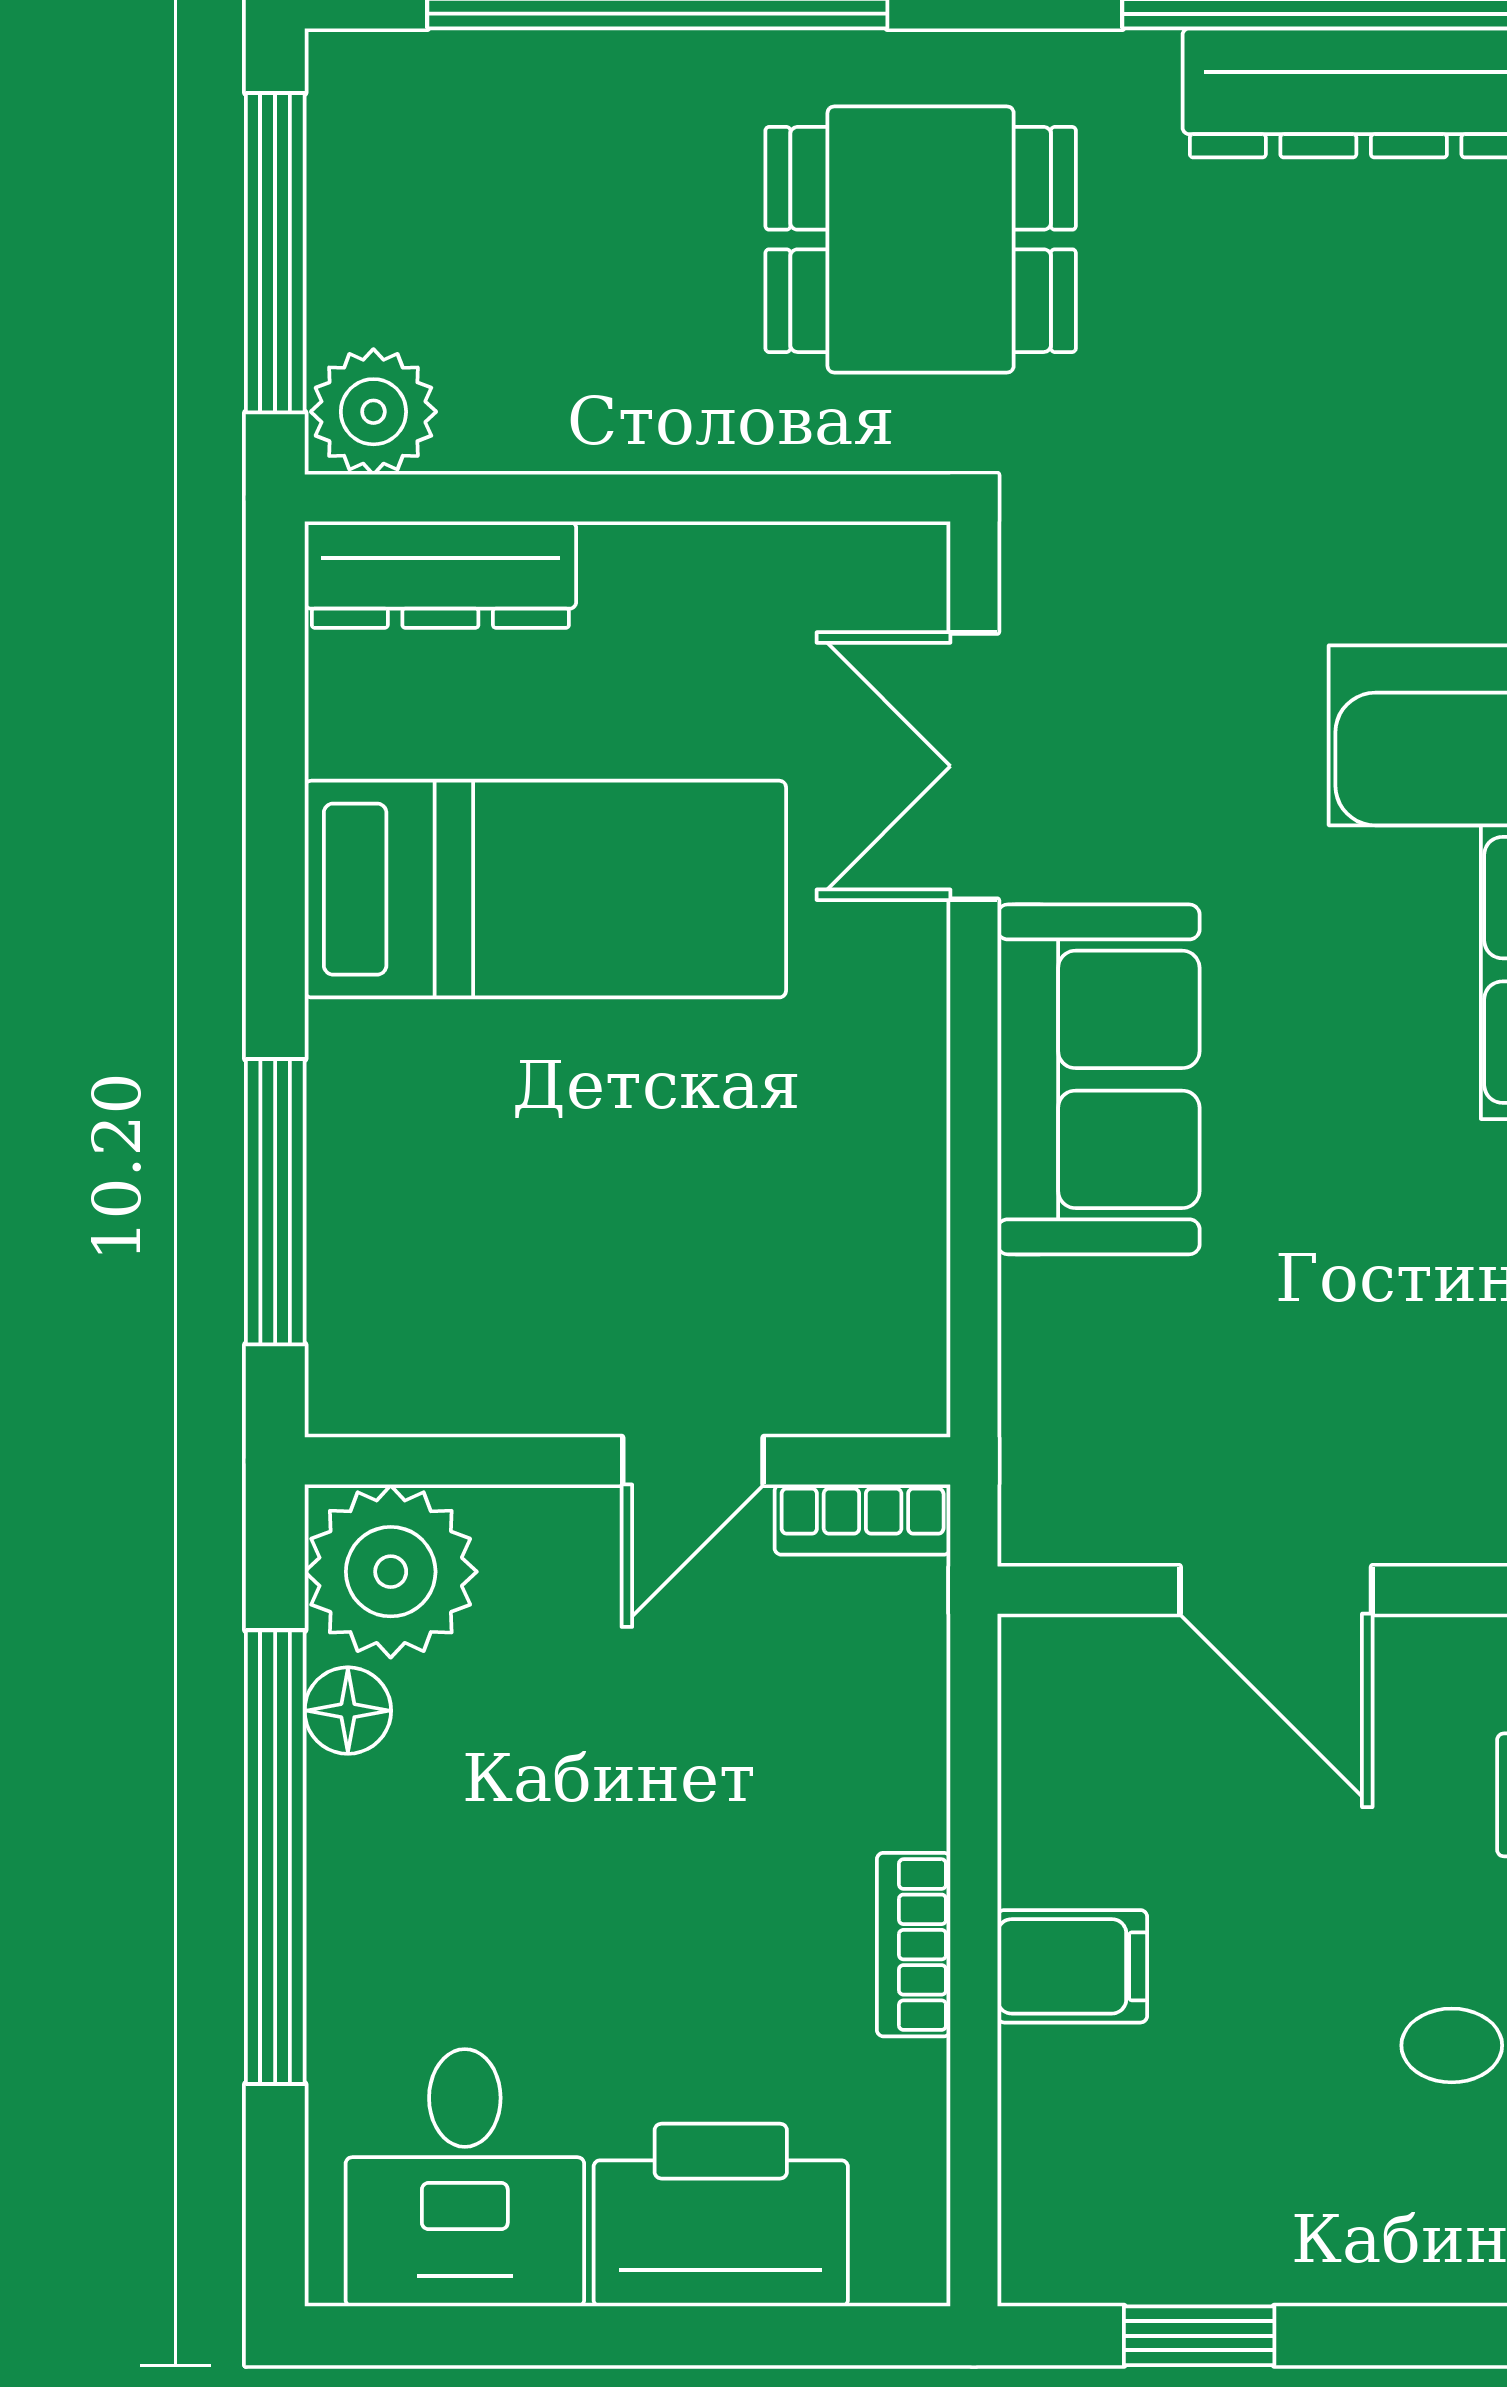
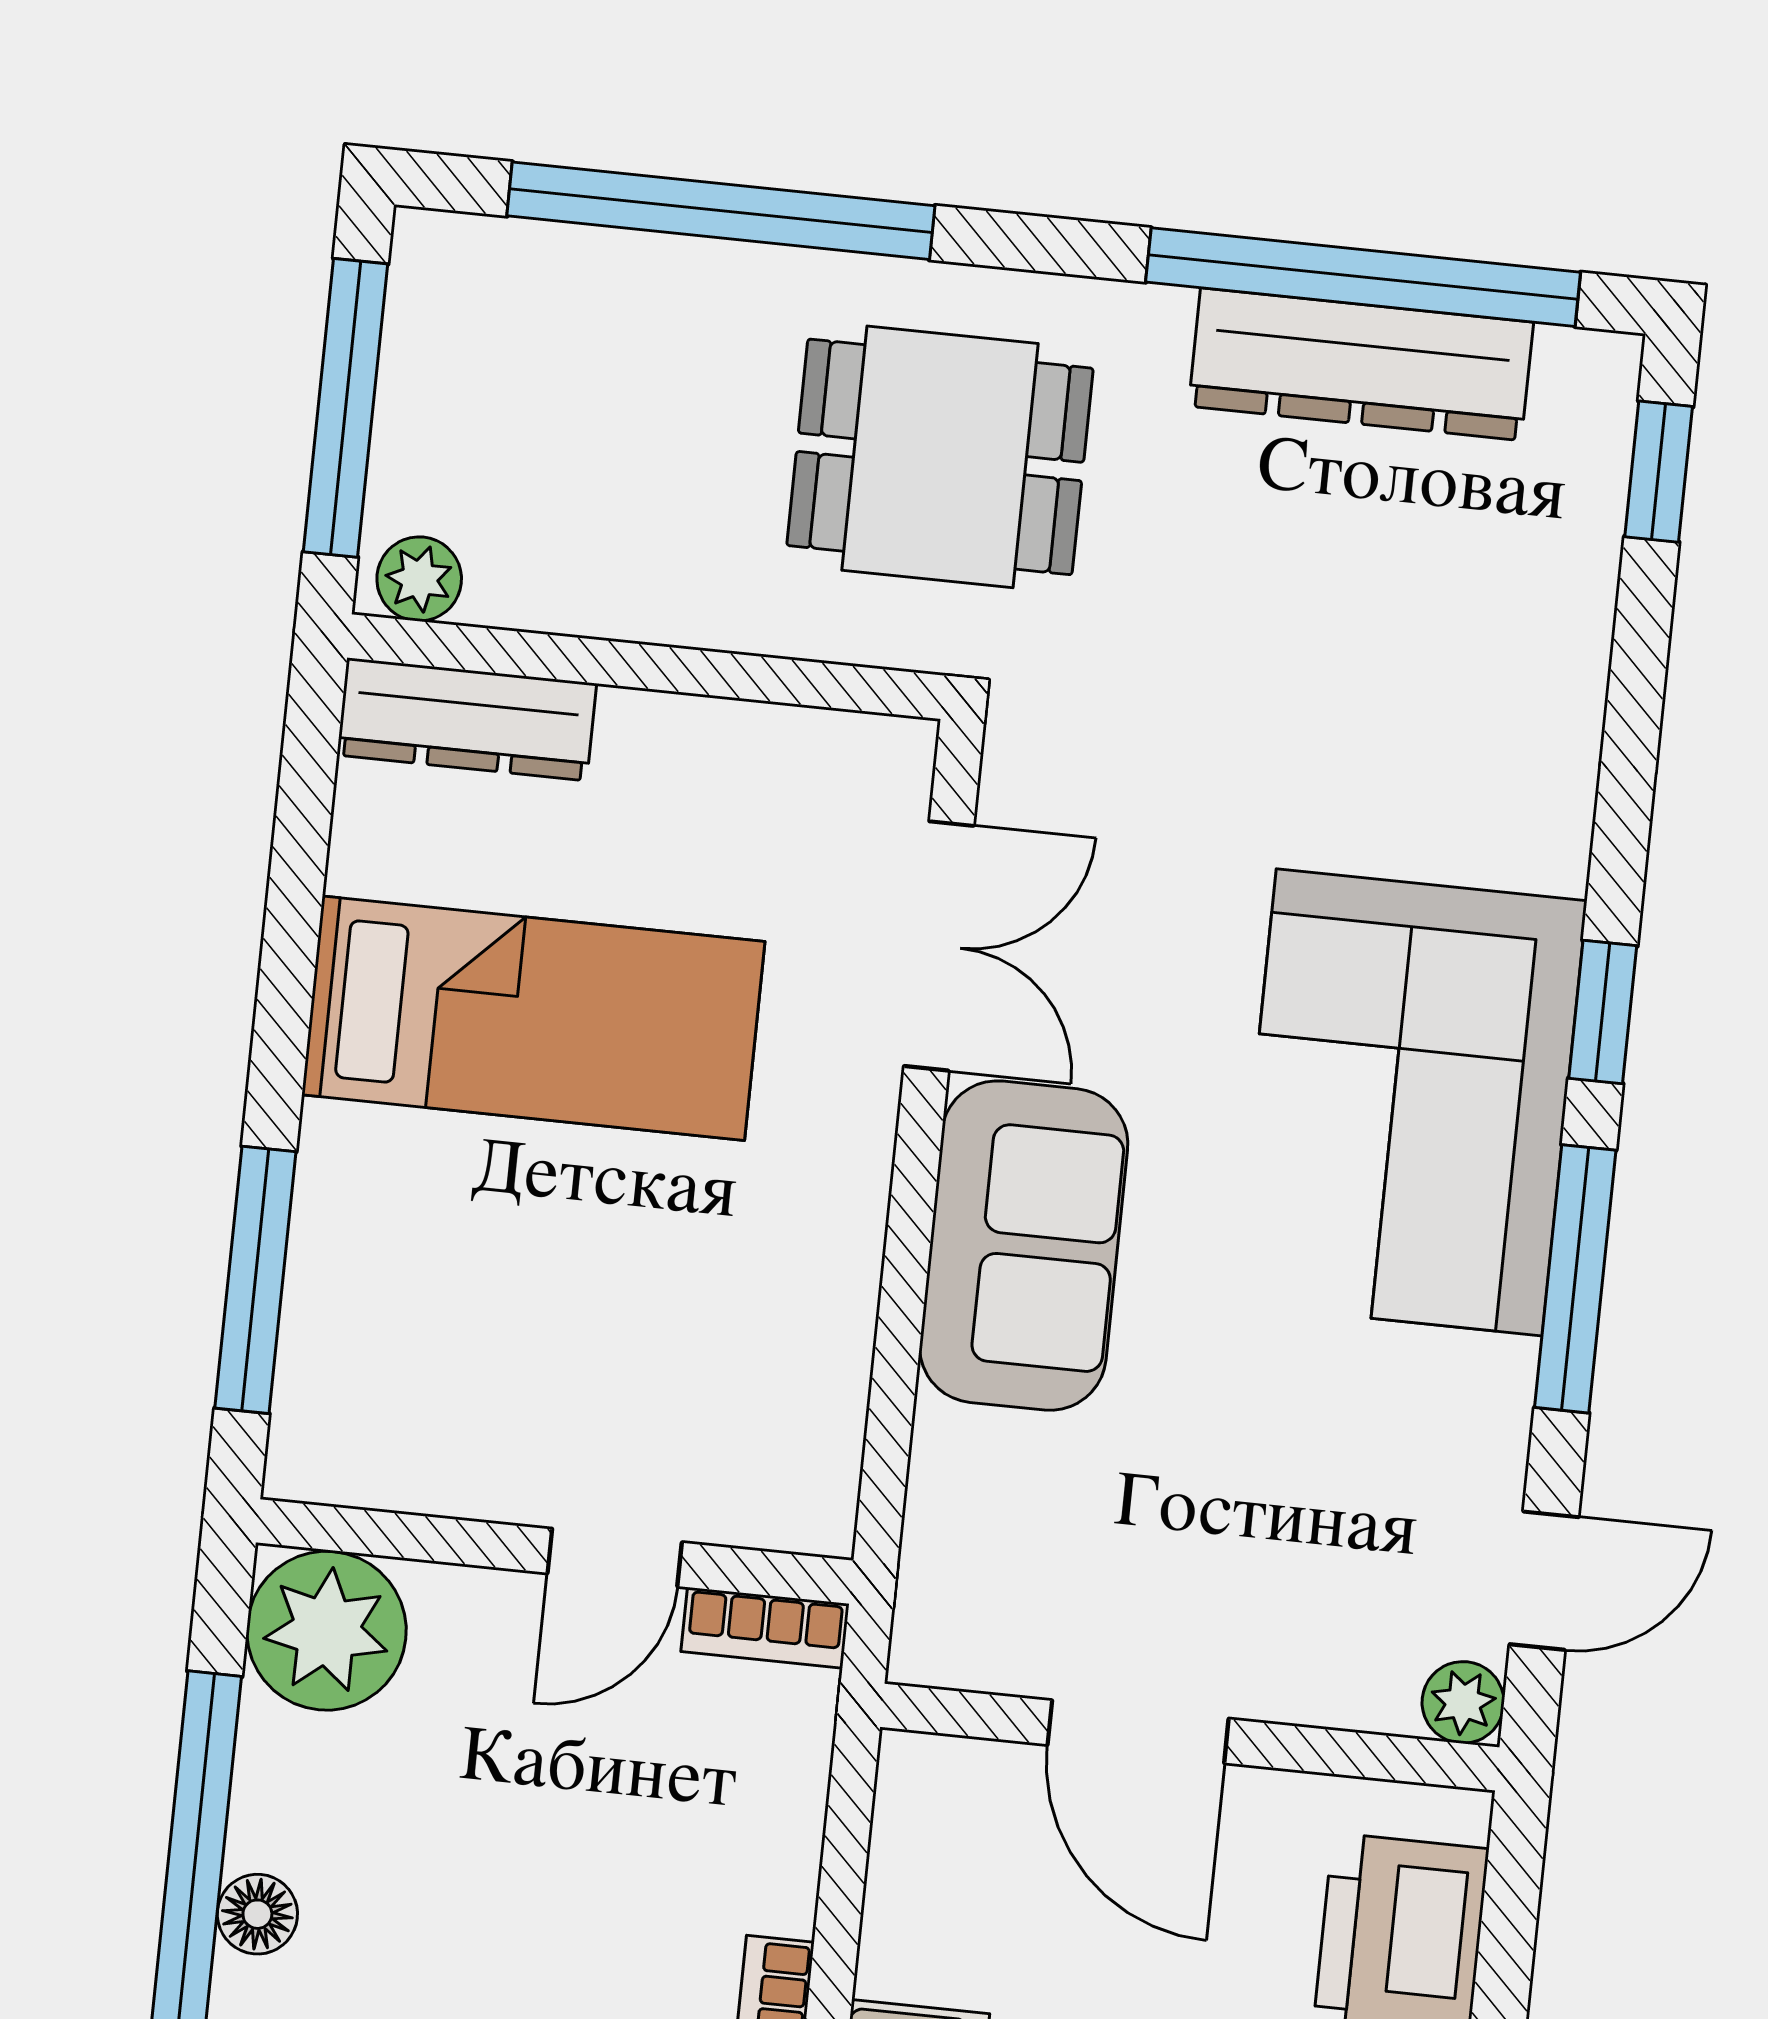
plant: (373, 412) -> (419, 579), width x0.73, depth x0.73
double door: (974, 766) -> (939, 946), swing flipped
floor lamp: (348, 1711) -> (257, 1914), moved

